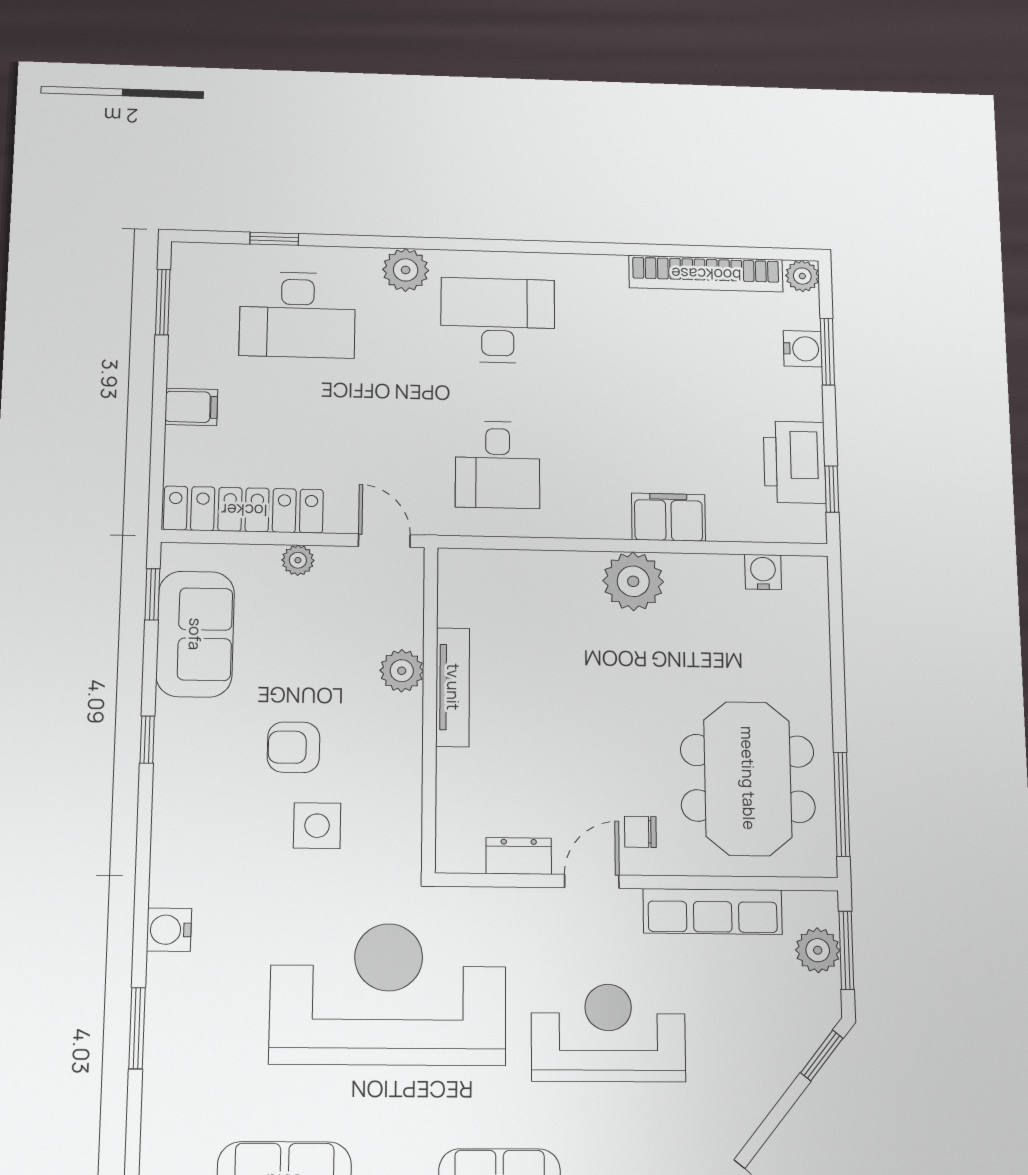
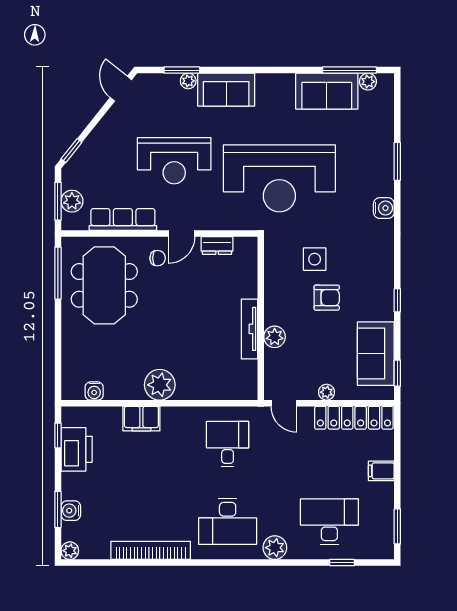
bookcase: (706, 274) -> (151, 550), moved

